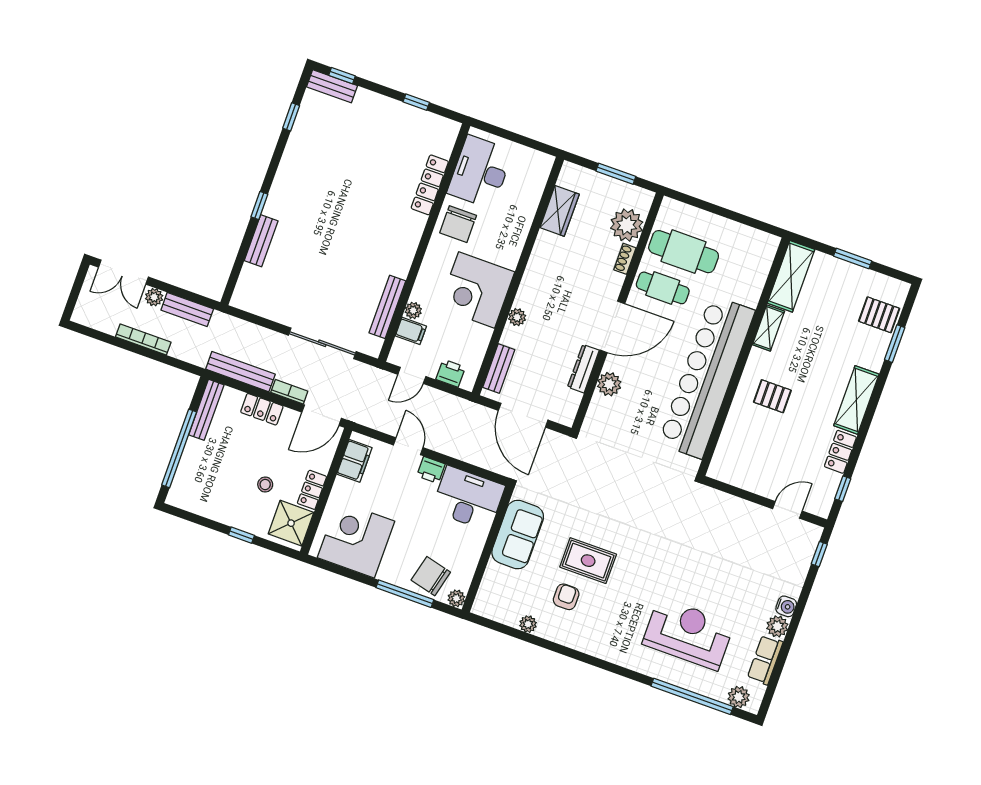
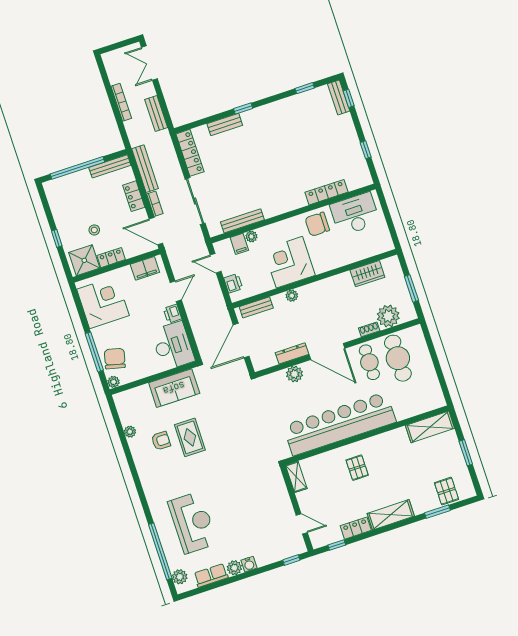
plant: (154, 297) -> (149, 90), removed
locker: (263, 306) -> (190, 153), added
shelving: (768, 328) -> (296, 477), moved, turned 90

